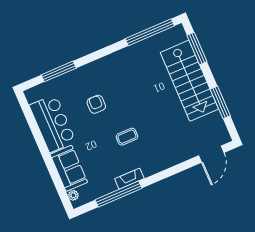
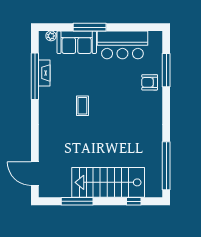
window: (197, 48) -> (134, 201), width x0.46
armchair: (96, 104) -> (150, 82), moved, turned 180
window: (49, 162) -> (90, 27), added
fireplace: (129, 179) -> (44, 73), moved

